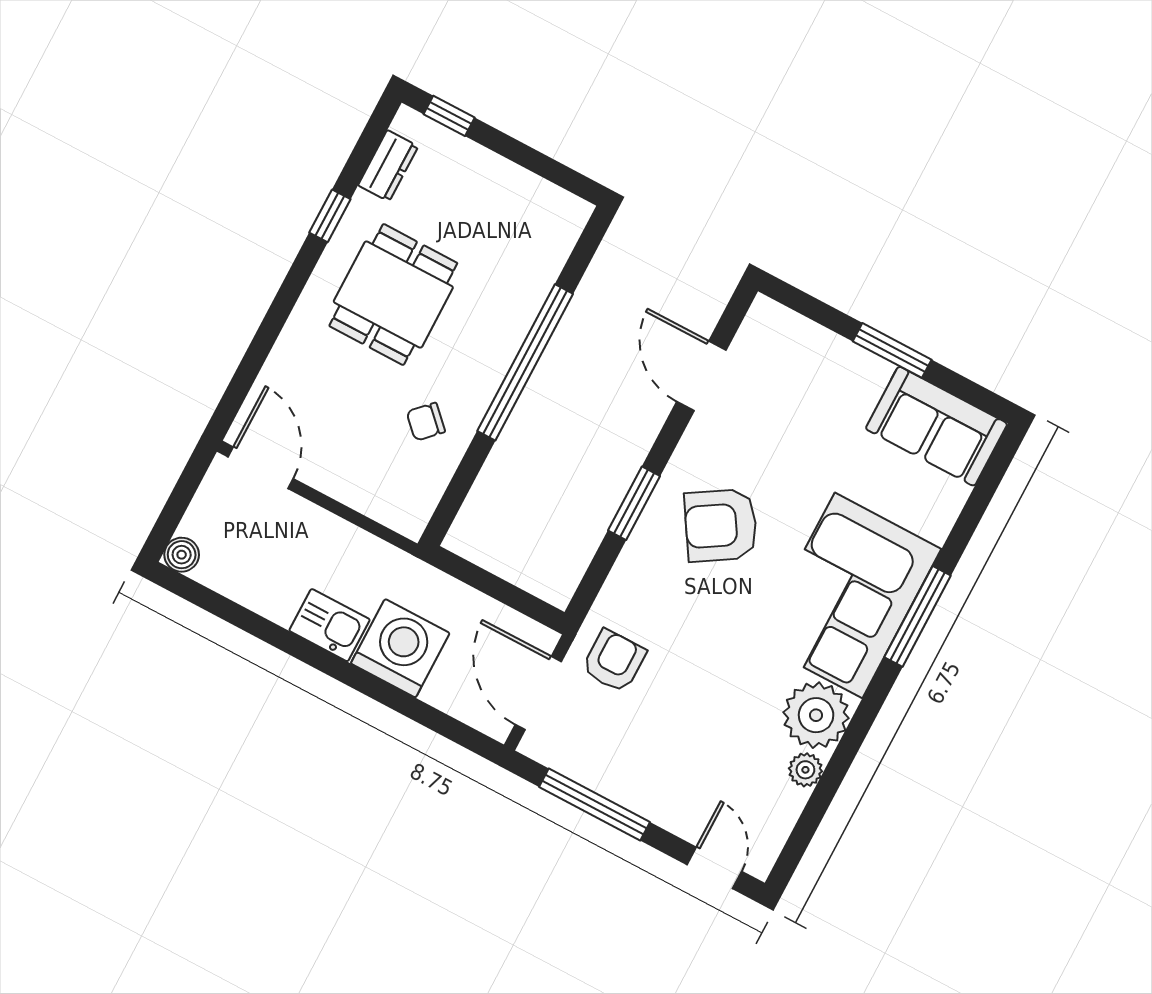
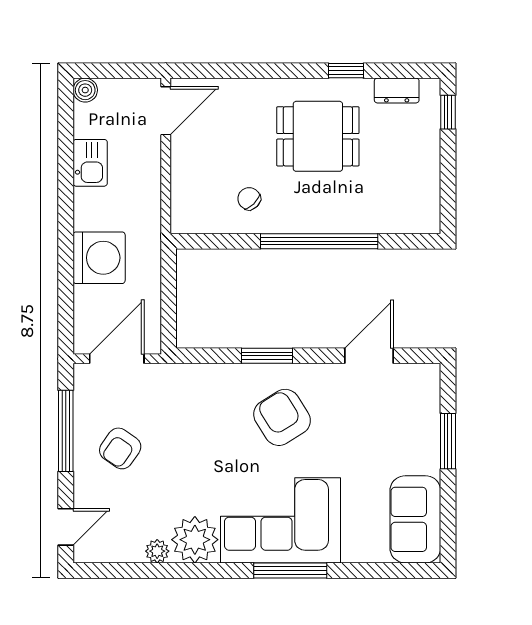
window: (892, 350) -> (448, 441), moved
kitchen sink: (330, 625) -> (90, 163), moved
armchair: (614, 661) -> (120, 448), moved, turned 125

